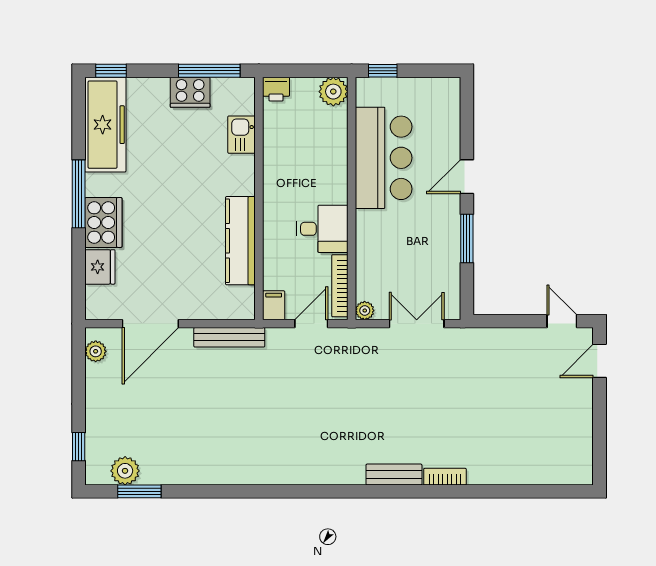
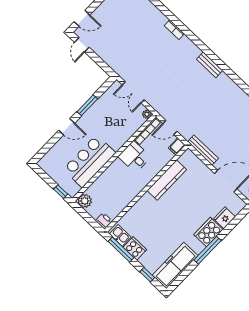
window: (111, 71) -> (147, 275), moved
kitchen sink: (242, 135) -> (120, 235), moved, turned -90
bench: (394, 475) -> (210, 65), moved

